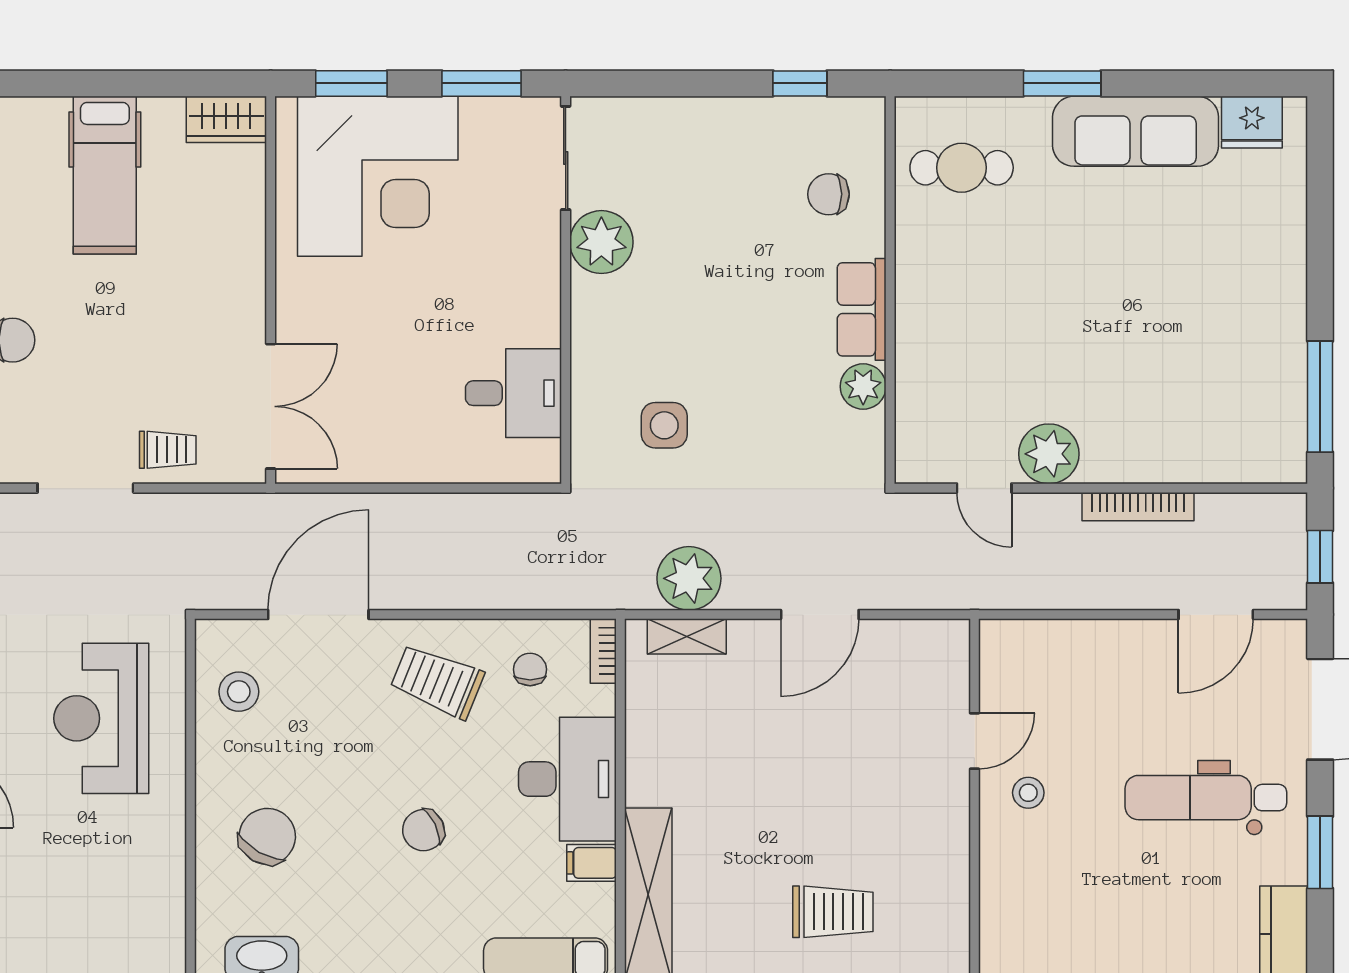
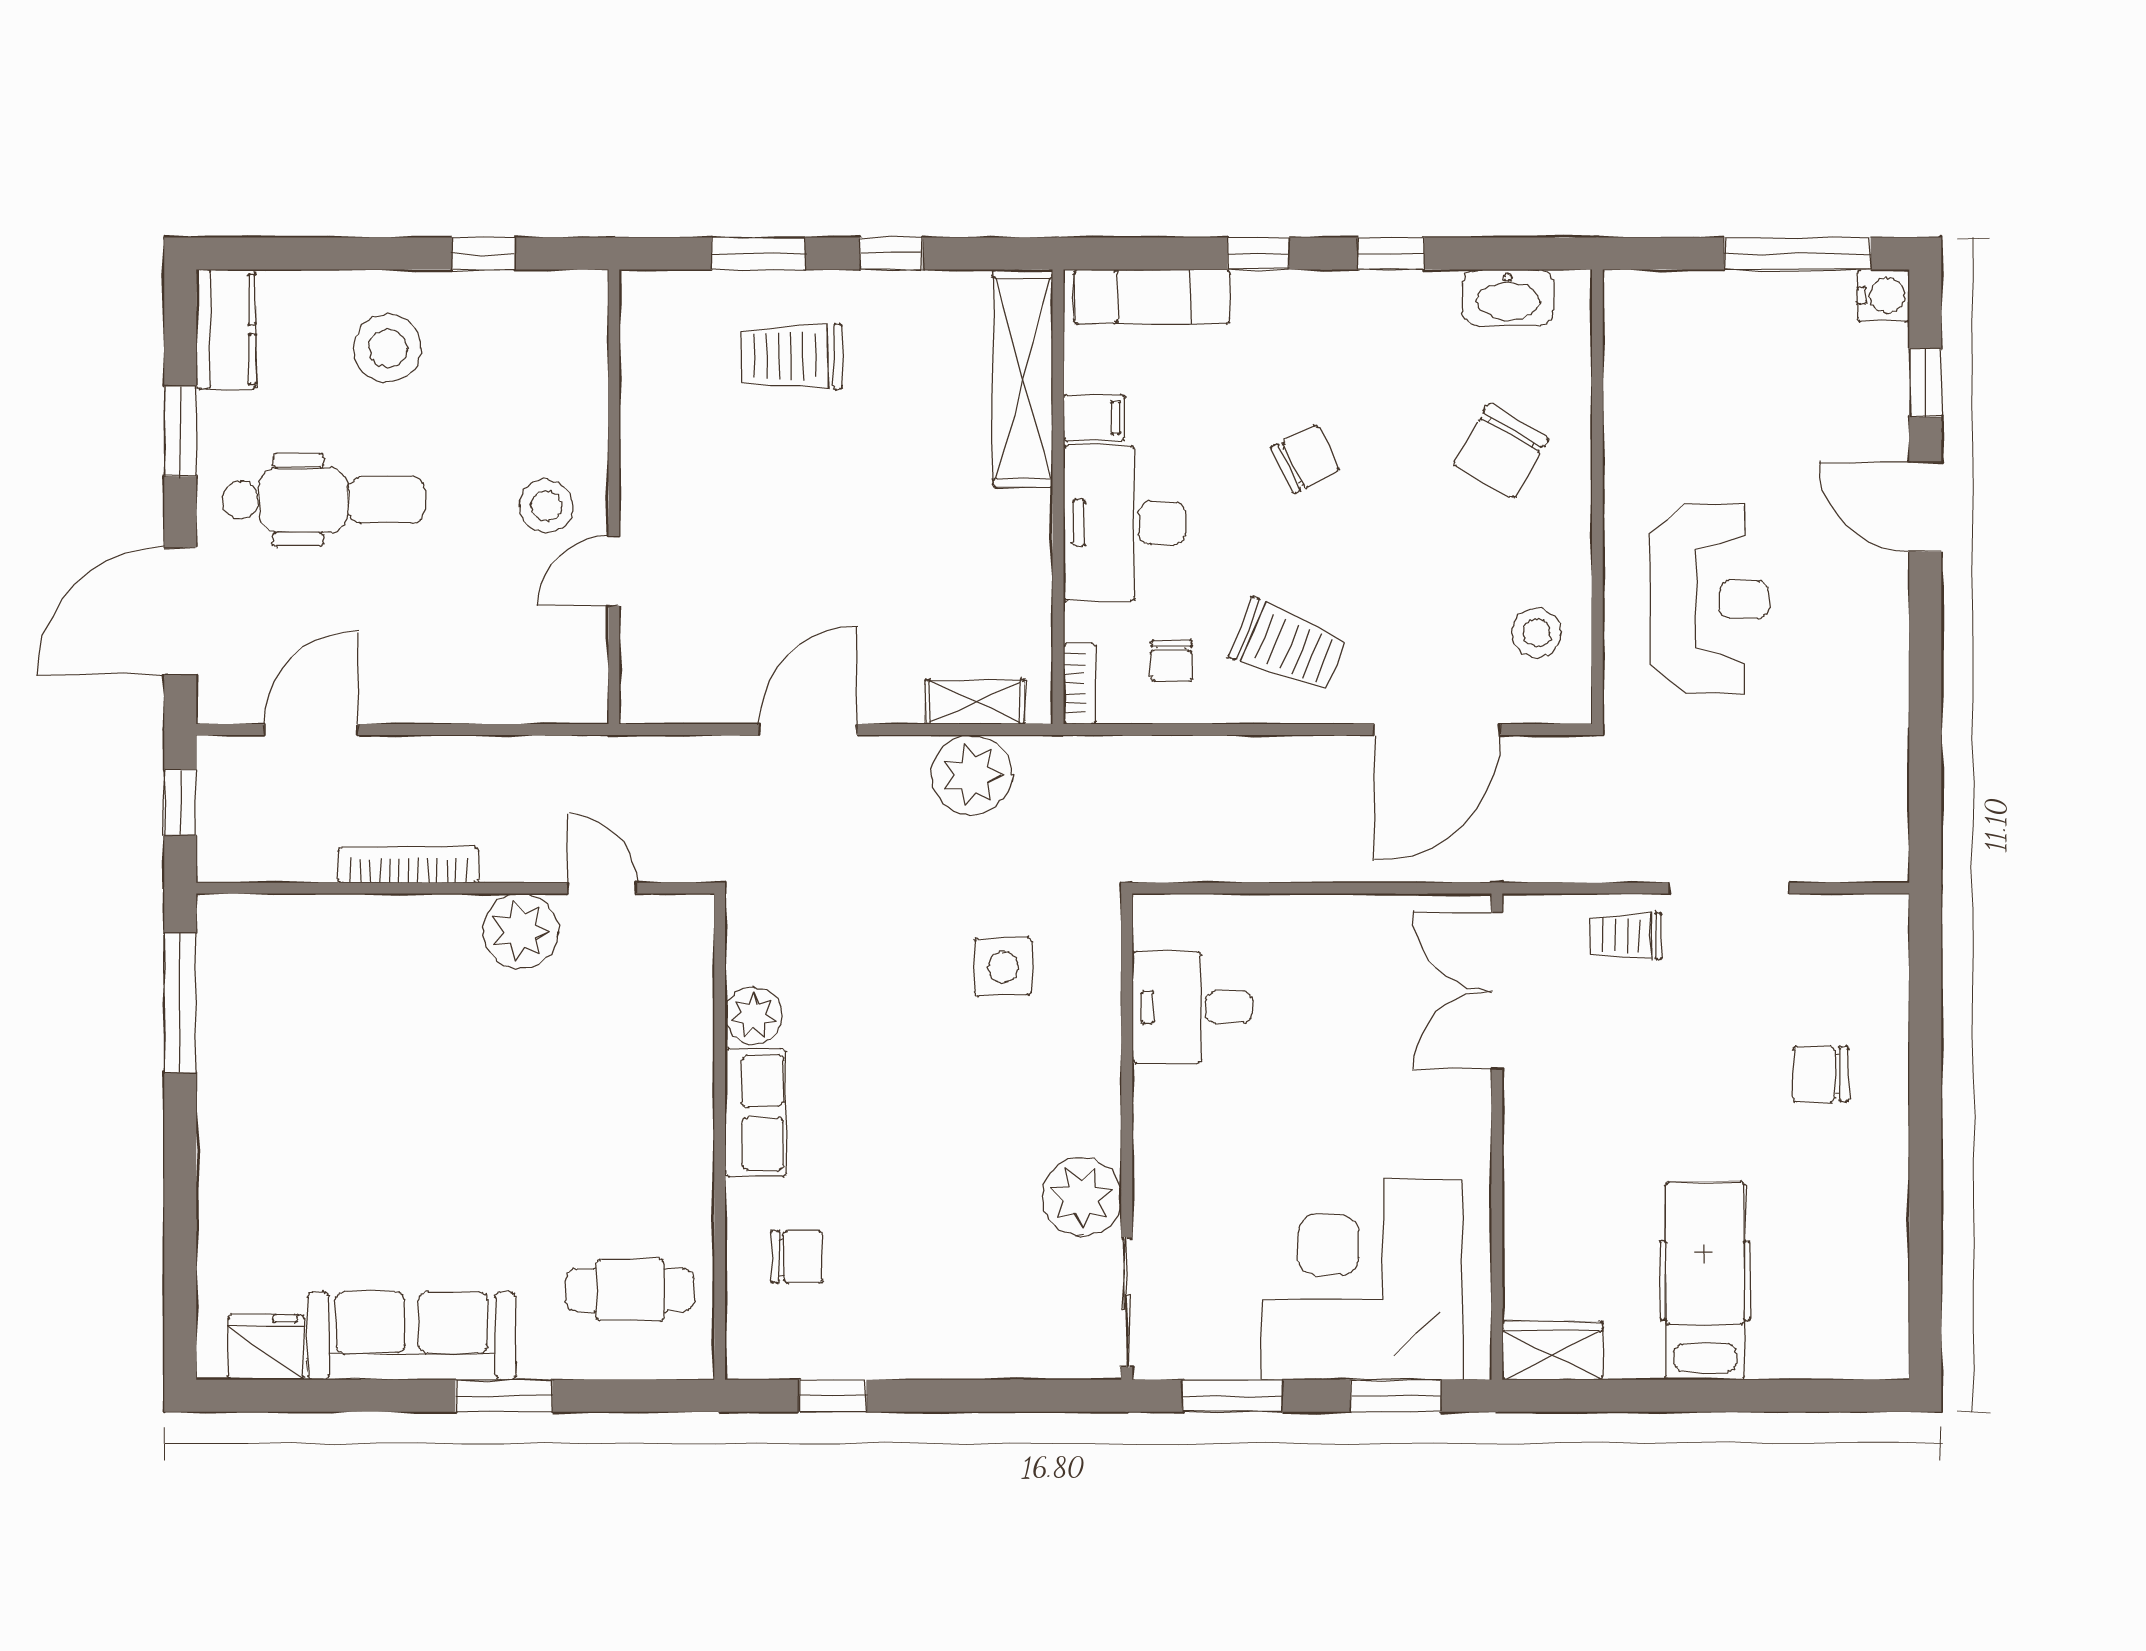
stool: (1028, 793) -> (546, 506), width x1.37, depth x1.37
stool: (1155, 919) -> (387, 348), added

